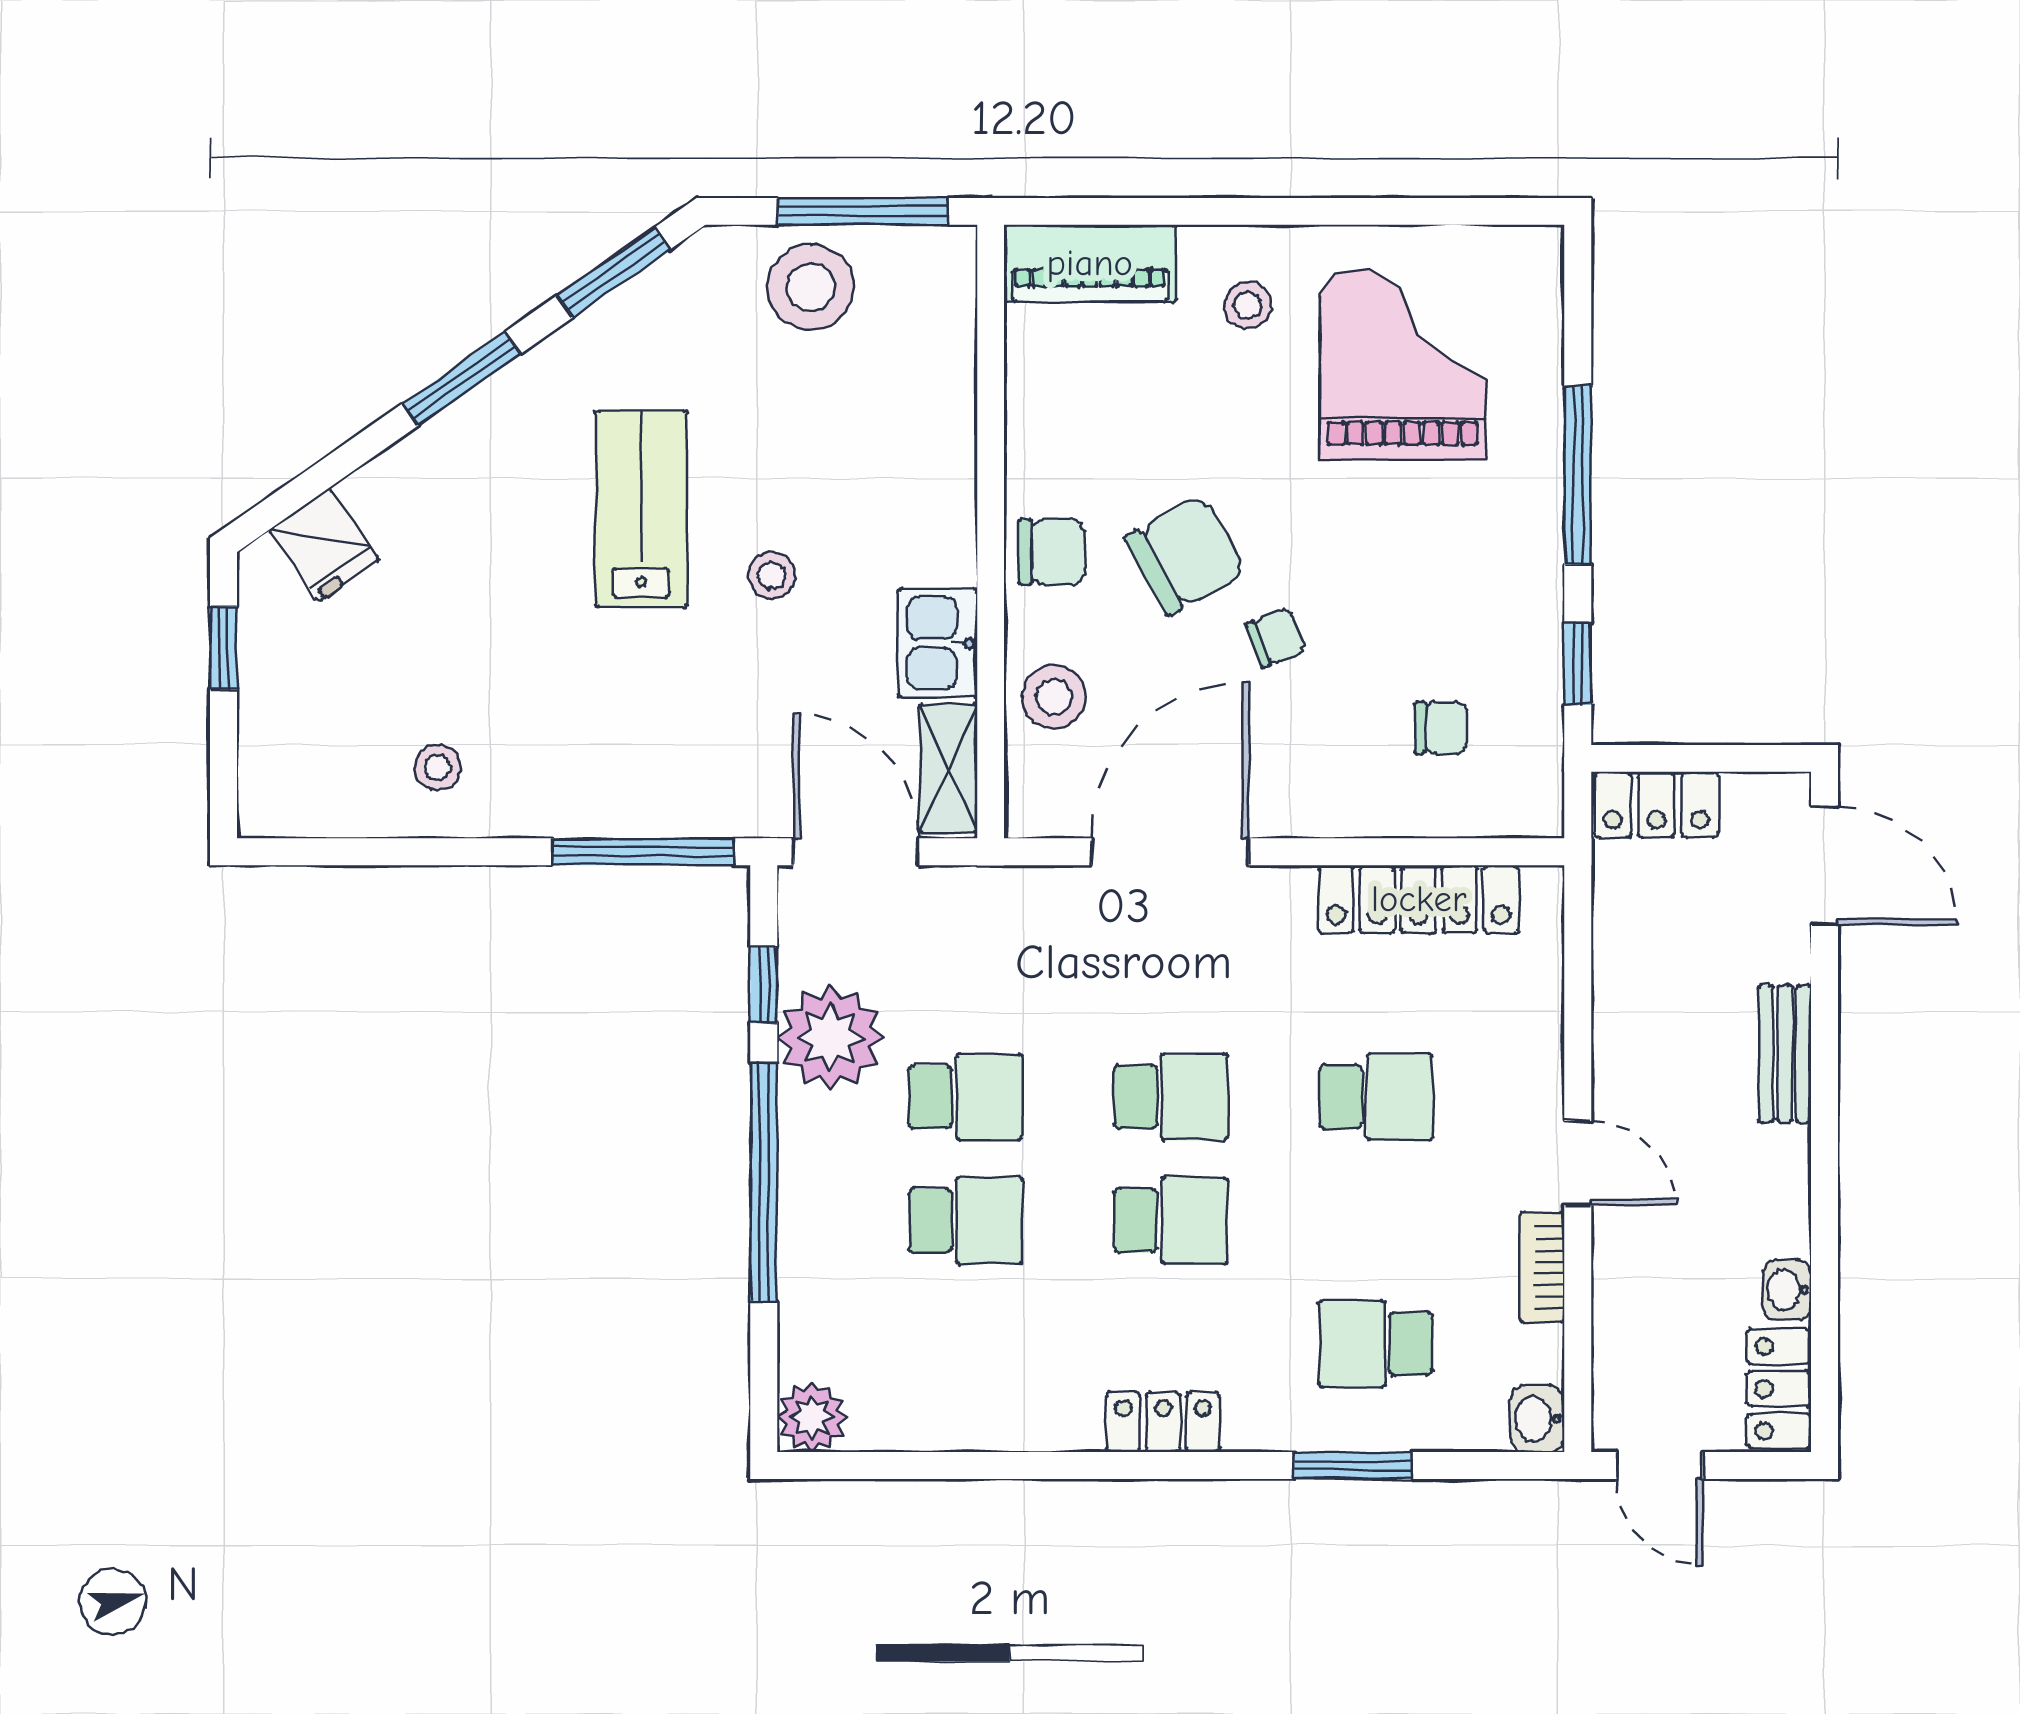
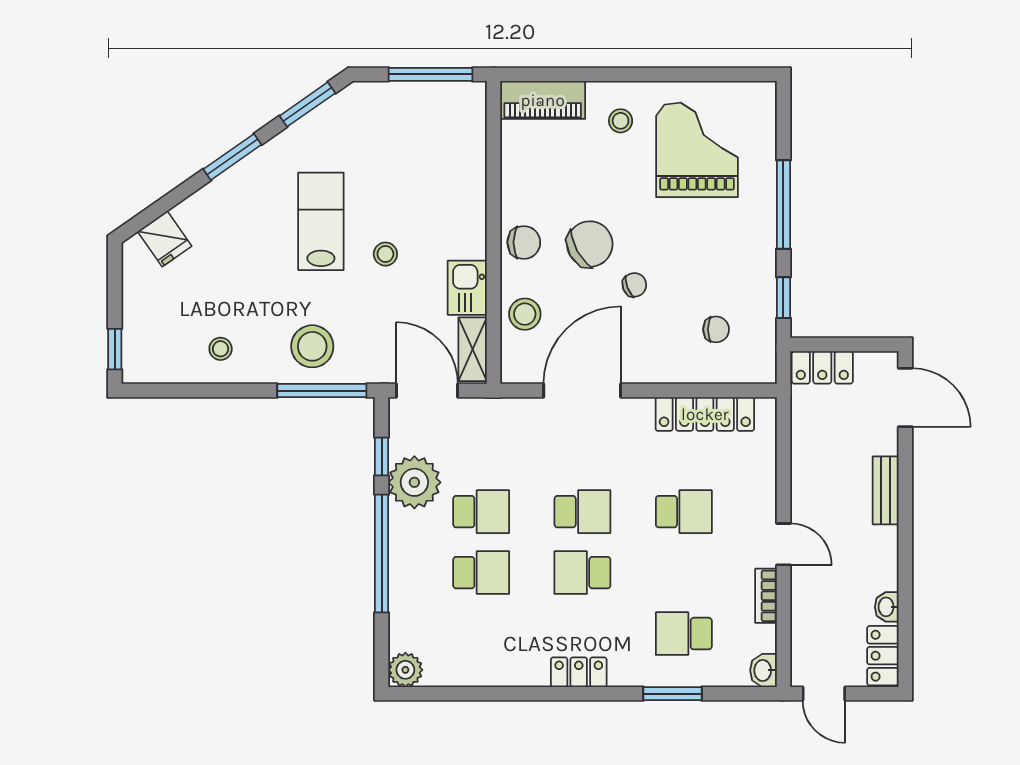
stool: (811, 287) -> (312, 346), moved
window: (223, 648) -> (115, 349), moved
school desk: (1171, 1220) -> (582, 573), turned 180

